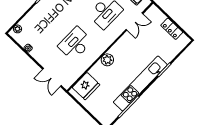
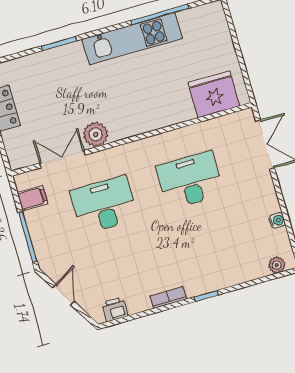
desk: (75, 44) -> (190, 180), turned 180
plant: (107, 60) -> (96, 134), moved
kitchen unit: (140, 83) -> (132, 39), width x0.73

